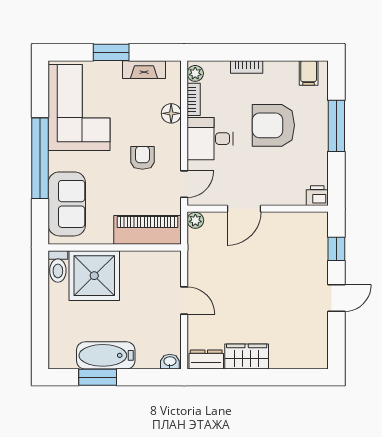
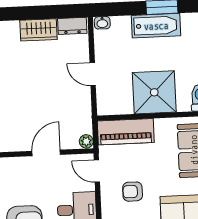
armchair: (142, 158) -> (133, 192), turned 90
door: (184, 184) -> (97, 171), hinge flipped
shower: (94, 276) -> (154, 92), moved

